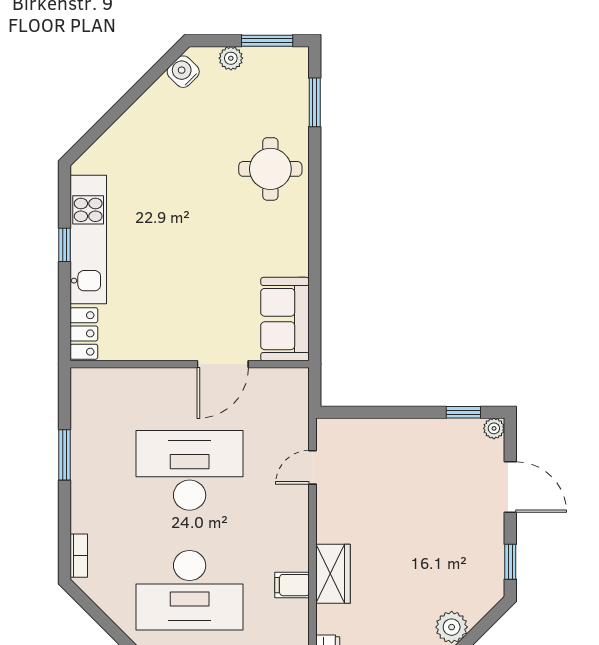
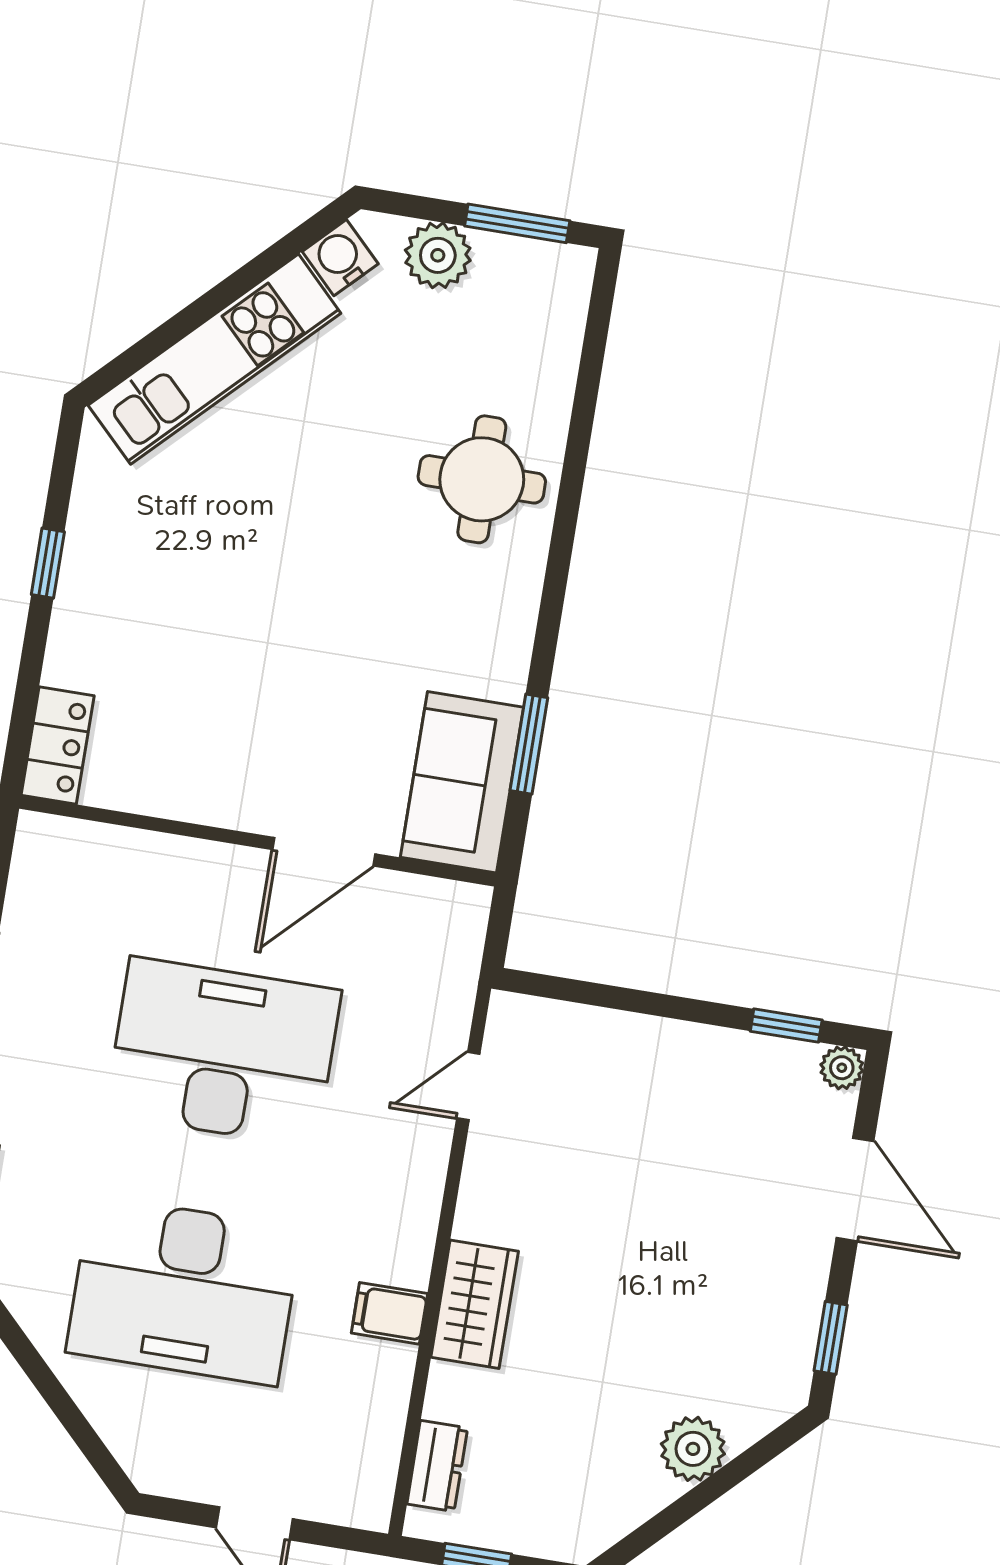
plant: (231, 58) -> (438, 255), width x1.38, depth x1.38
window: (315, 102) -> (529, 744), moved
kitchen unit: (88, 239) -> (214, 359), moved, turned 45

